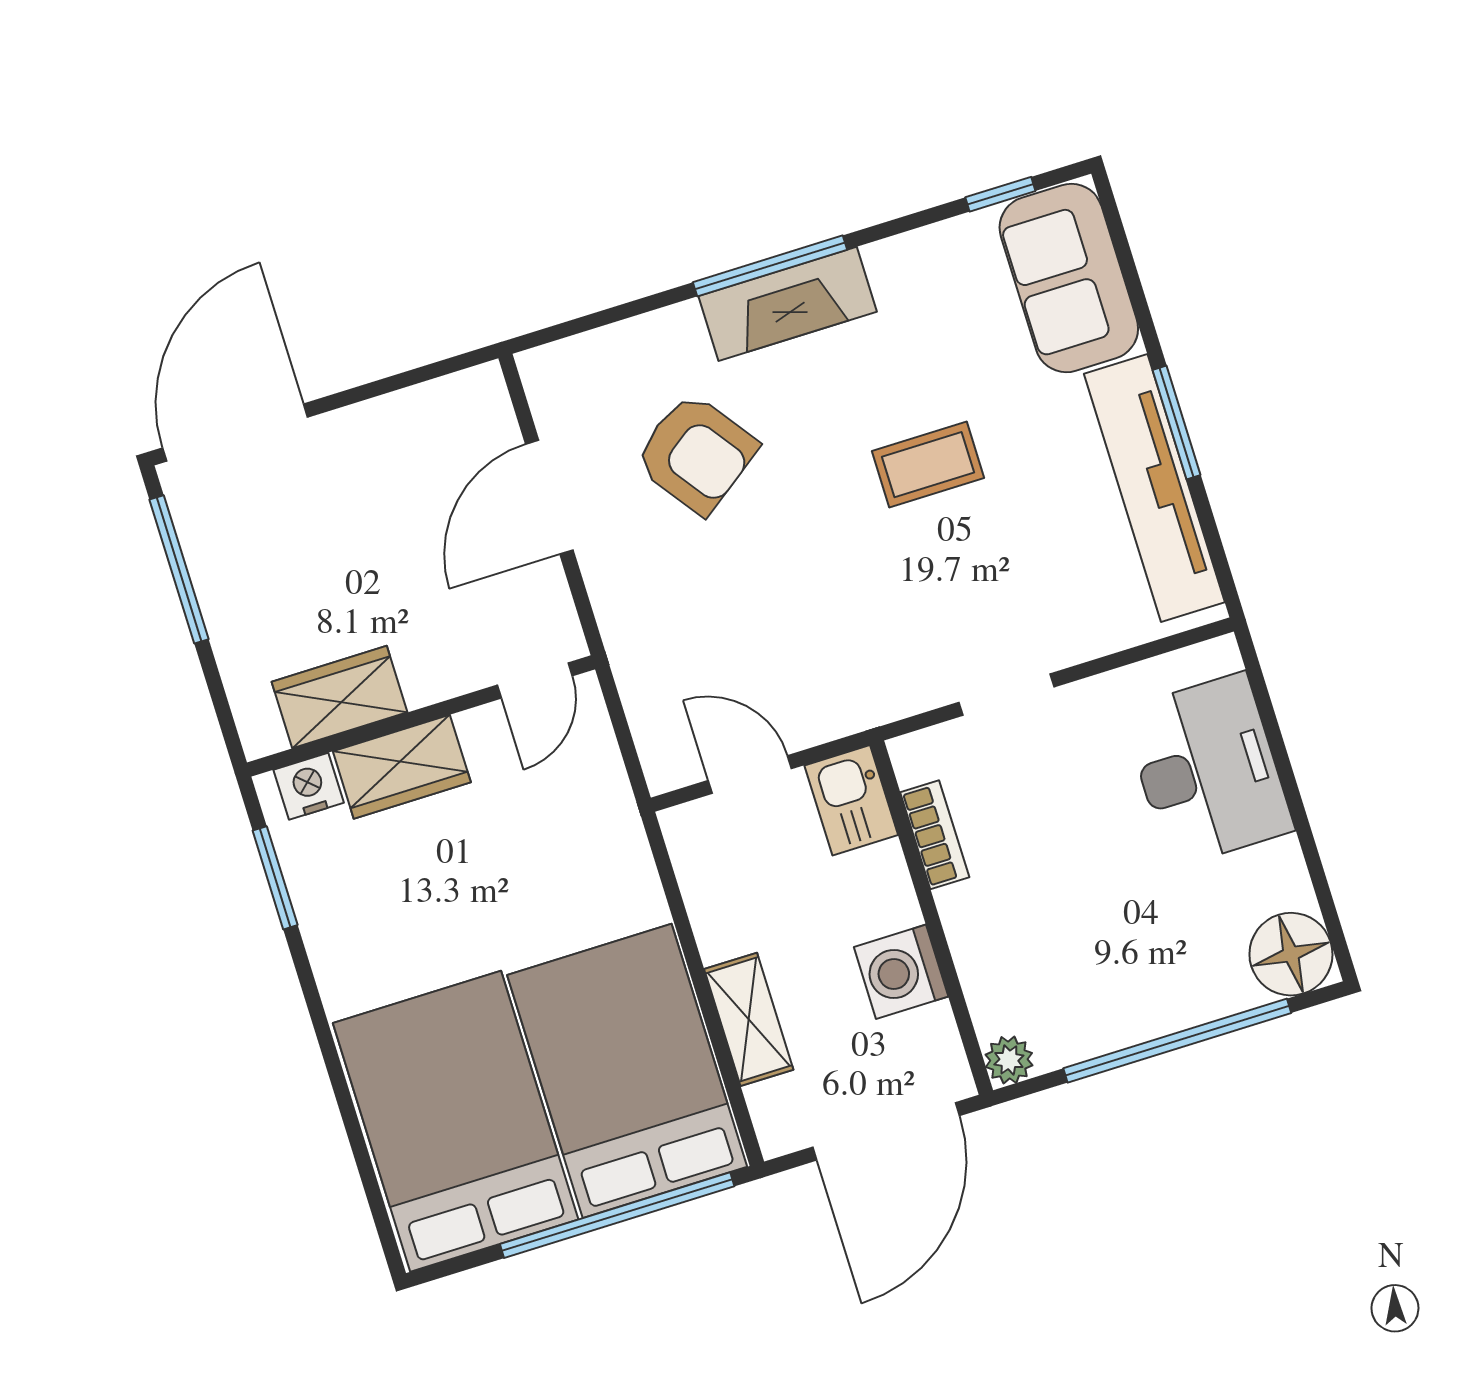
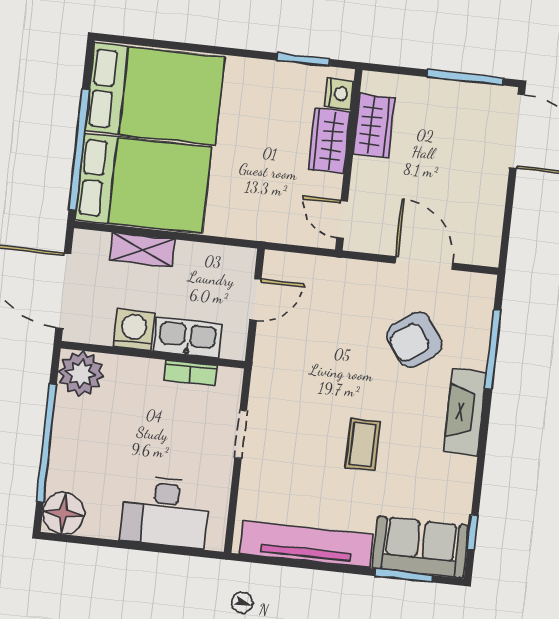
window: (770, 266) -> (493, 349), moved
window: (1177, 422) -> (404, 576), moved
kitchen sink: (851, 800) -> (188, 337), moved, width x1.38
plant: (1009, 1060) -> (81, 374), width x1.88, depth x1.88

